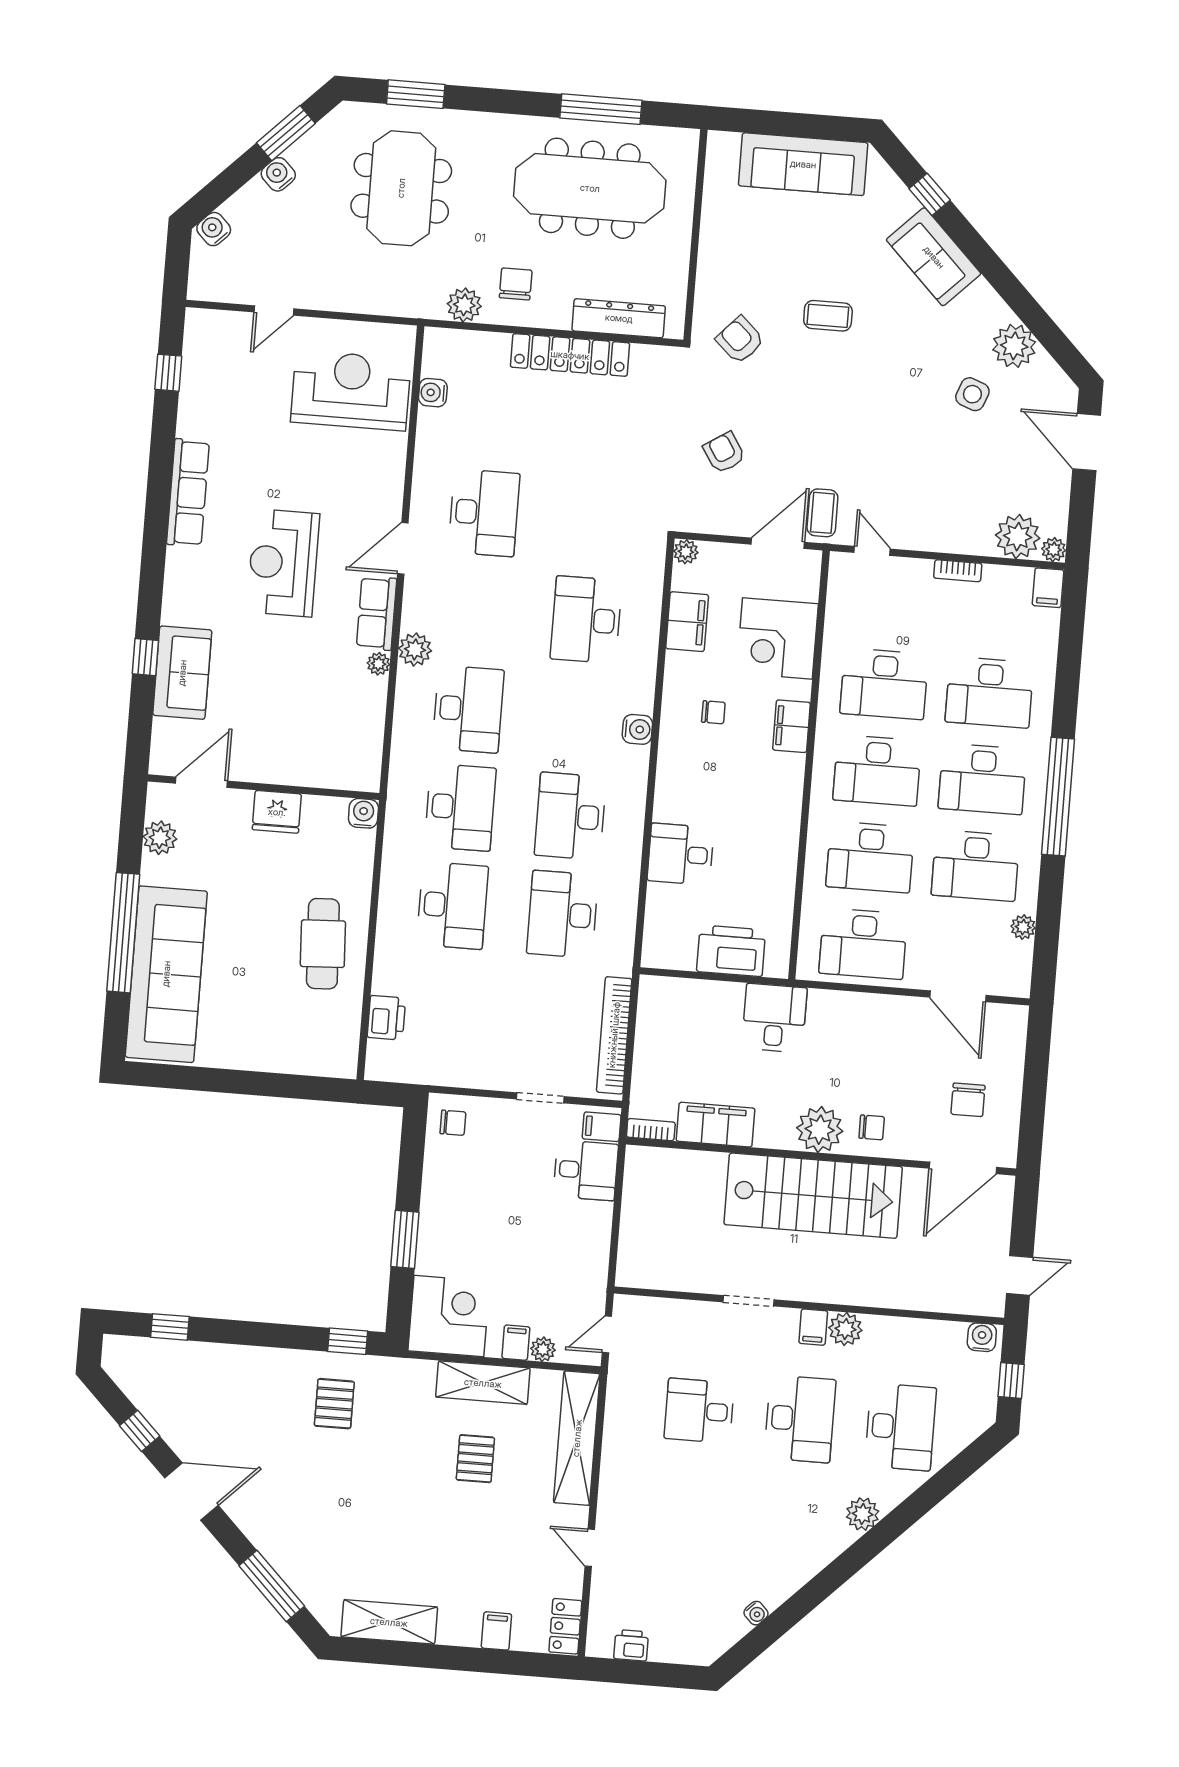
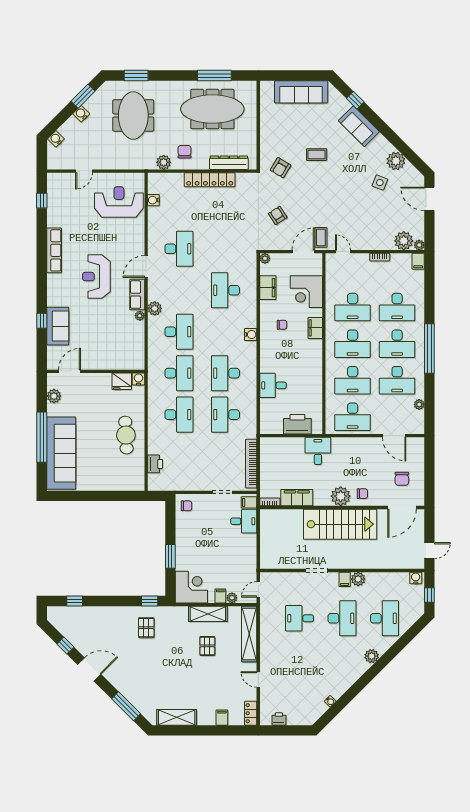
armchair: (740, 340) -> (281, 168), turned -102
fridge: (277, 812) -> (122, 381), moved

